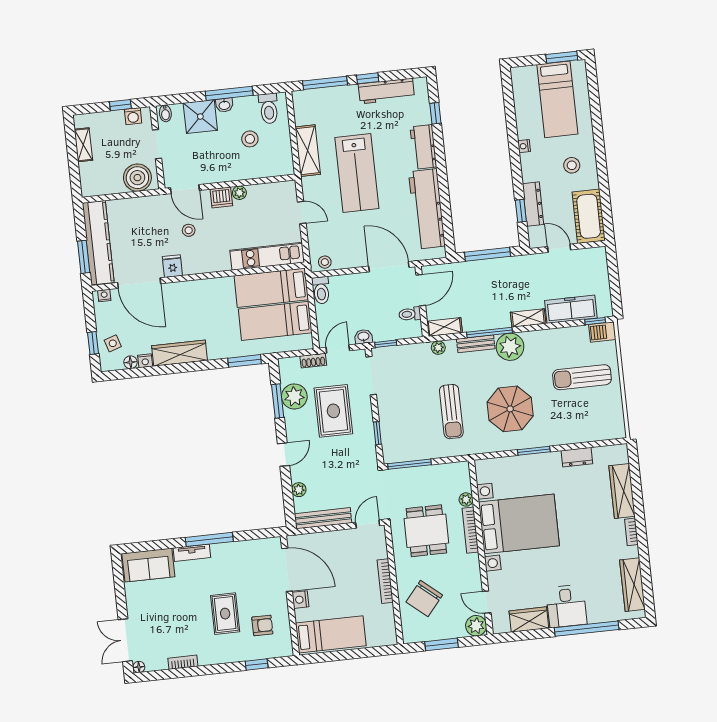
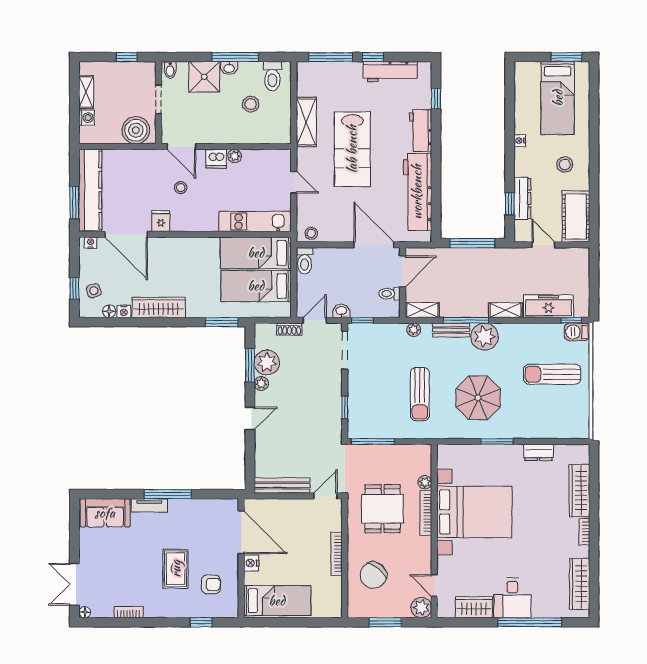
washing machine: (133, 116) -> (87, 118), moved, turned -90
rug: (333, 411) -> (304, 381), removed
plant: (299, 490) -> (261, 383), moved

